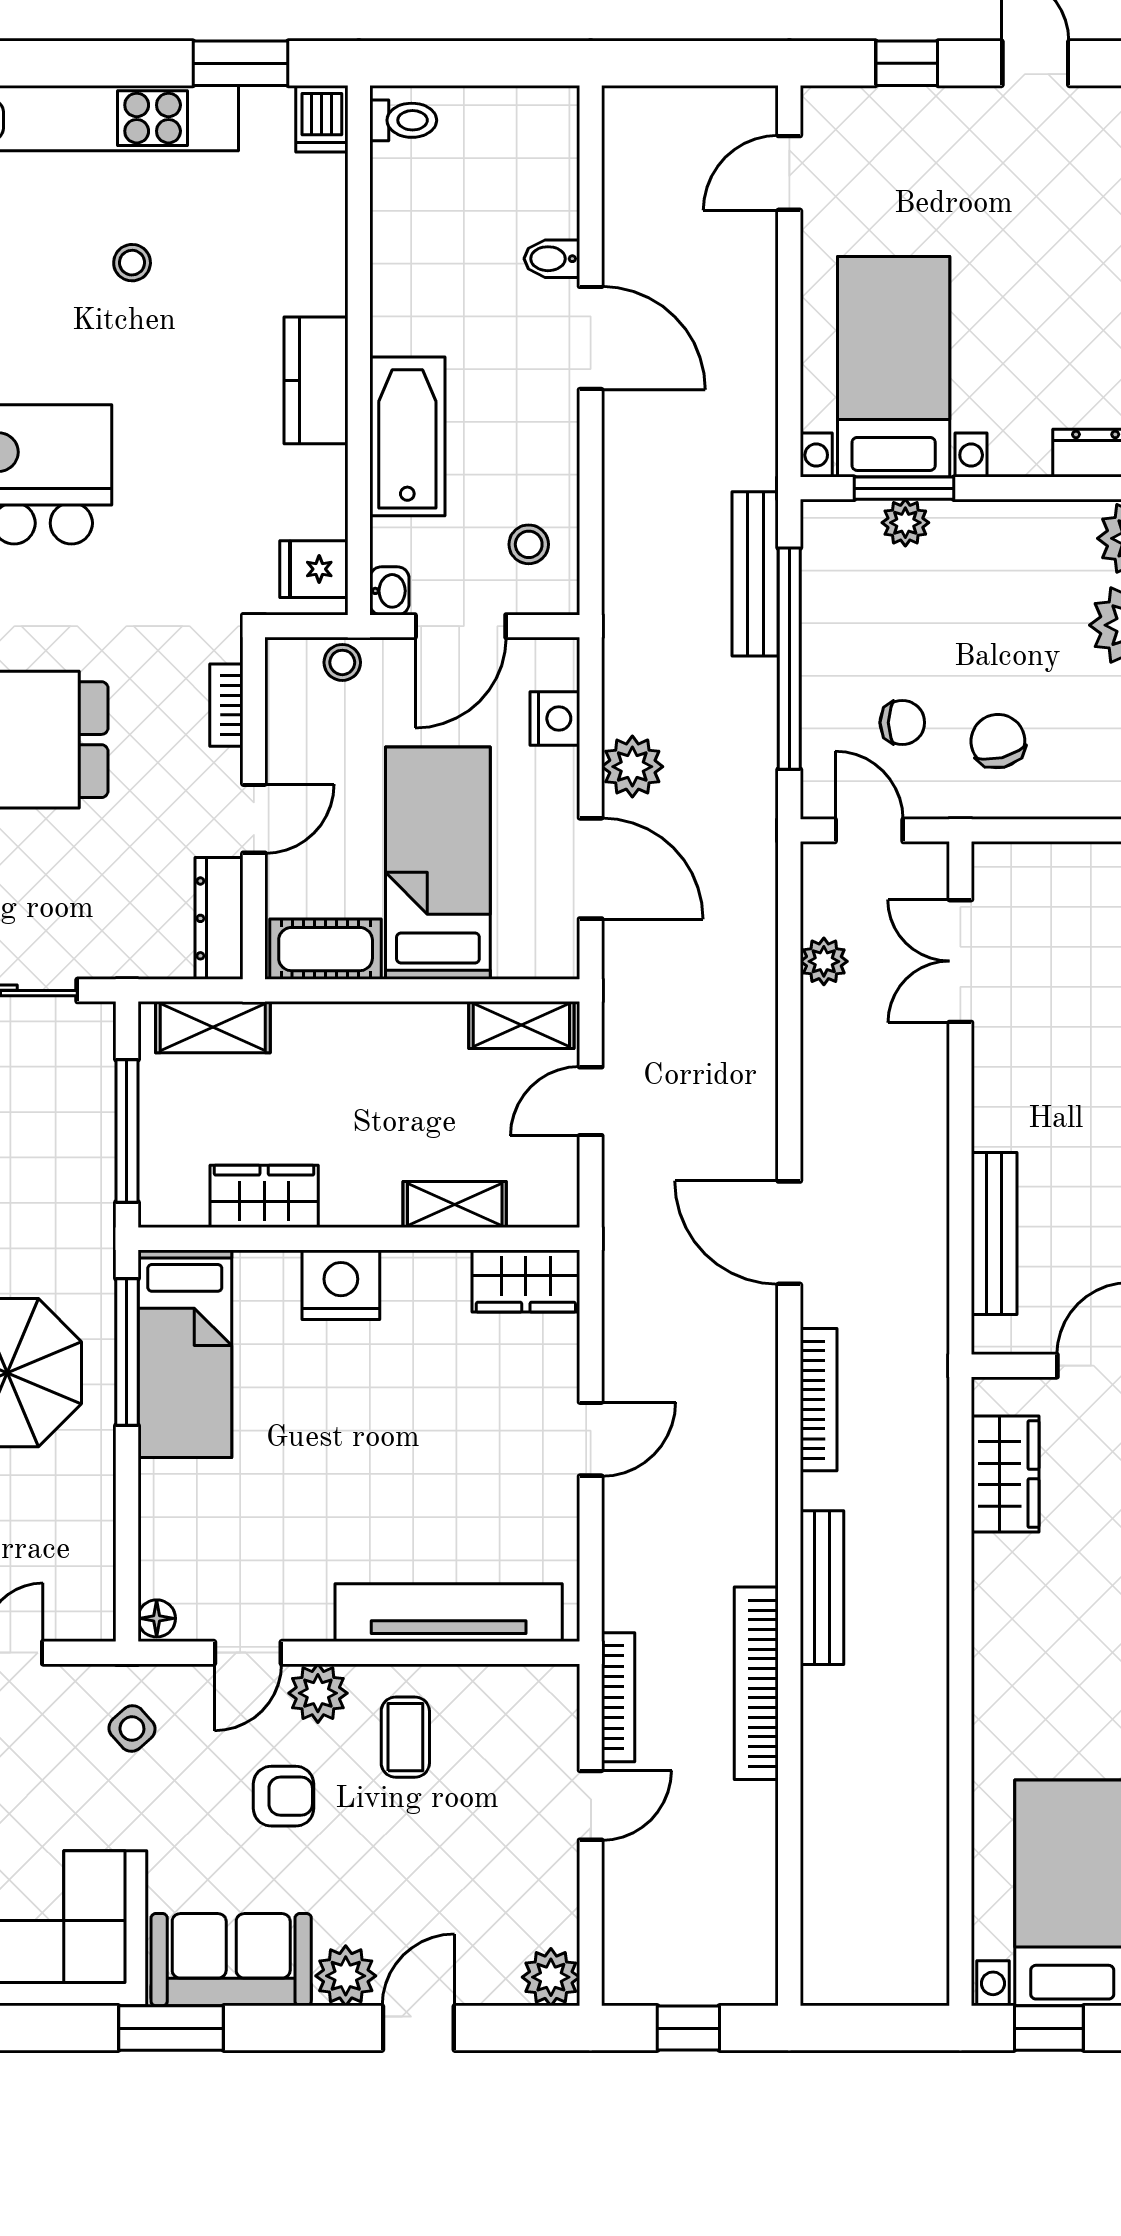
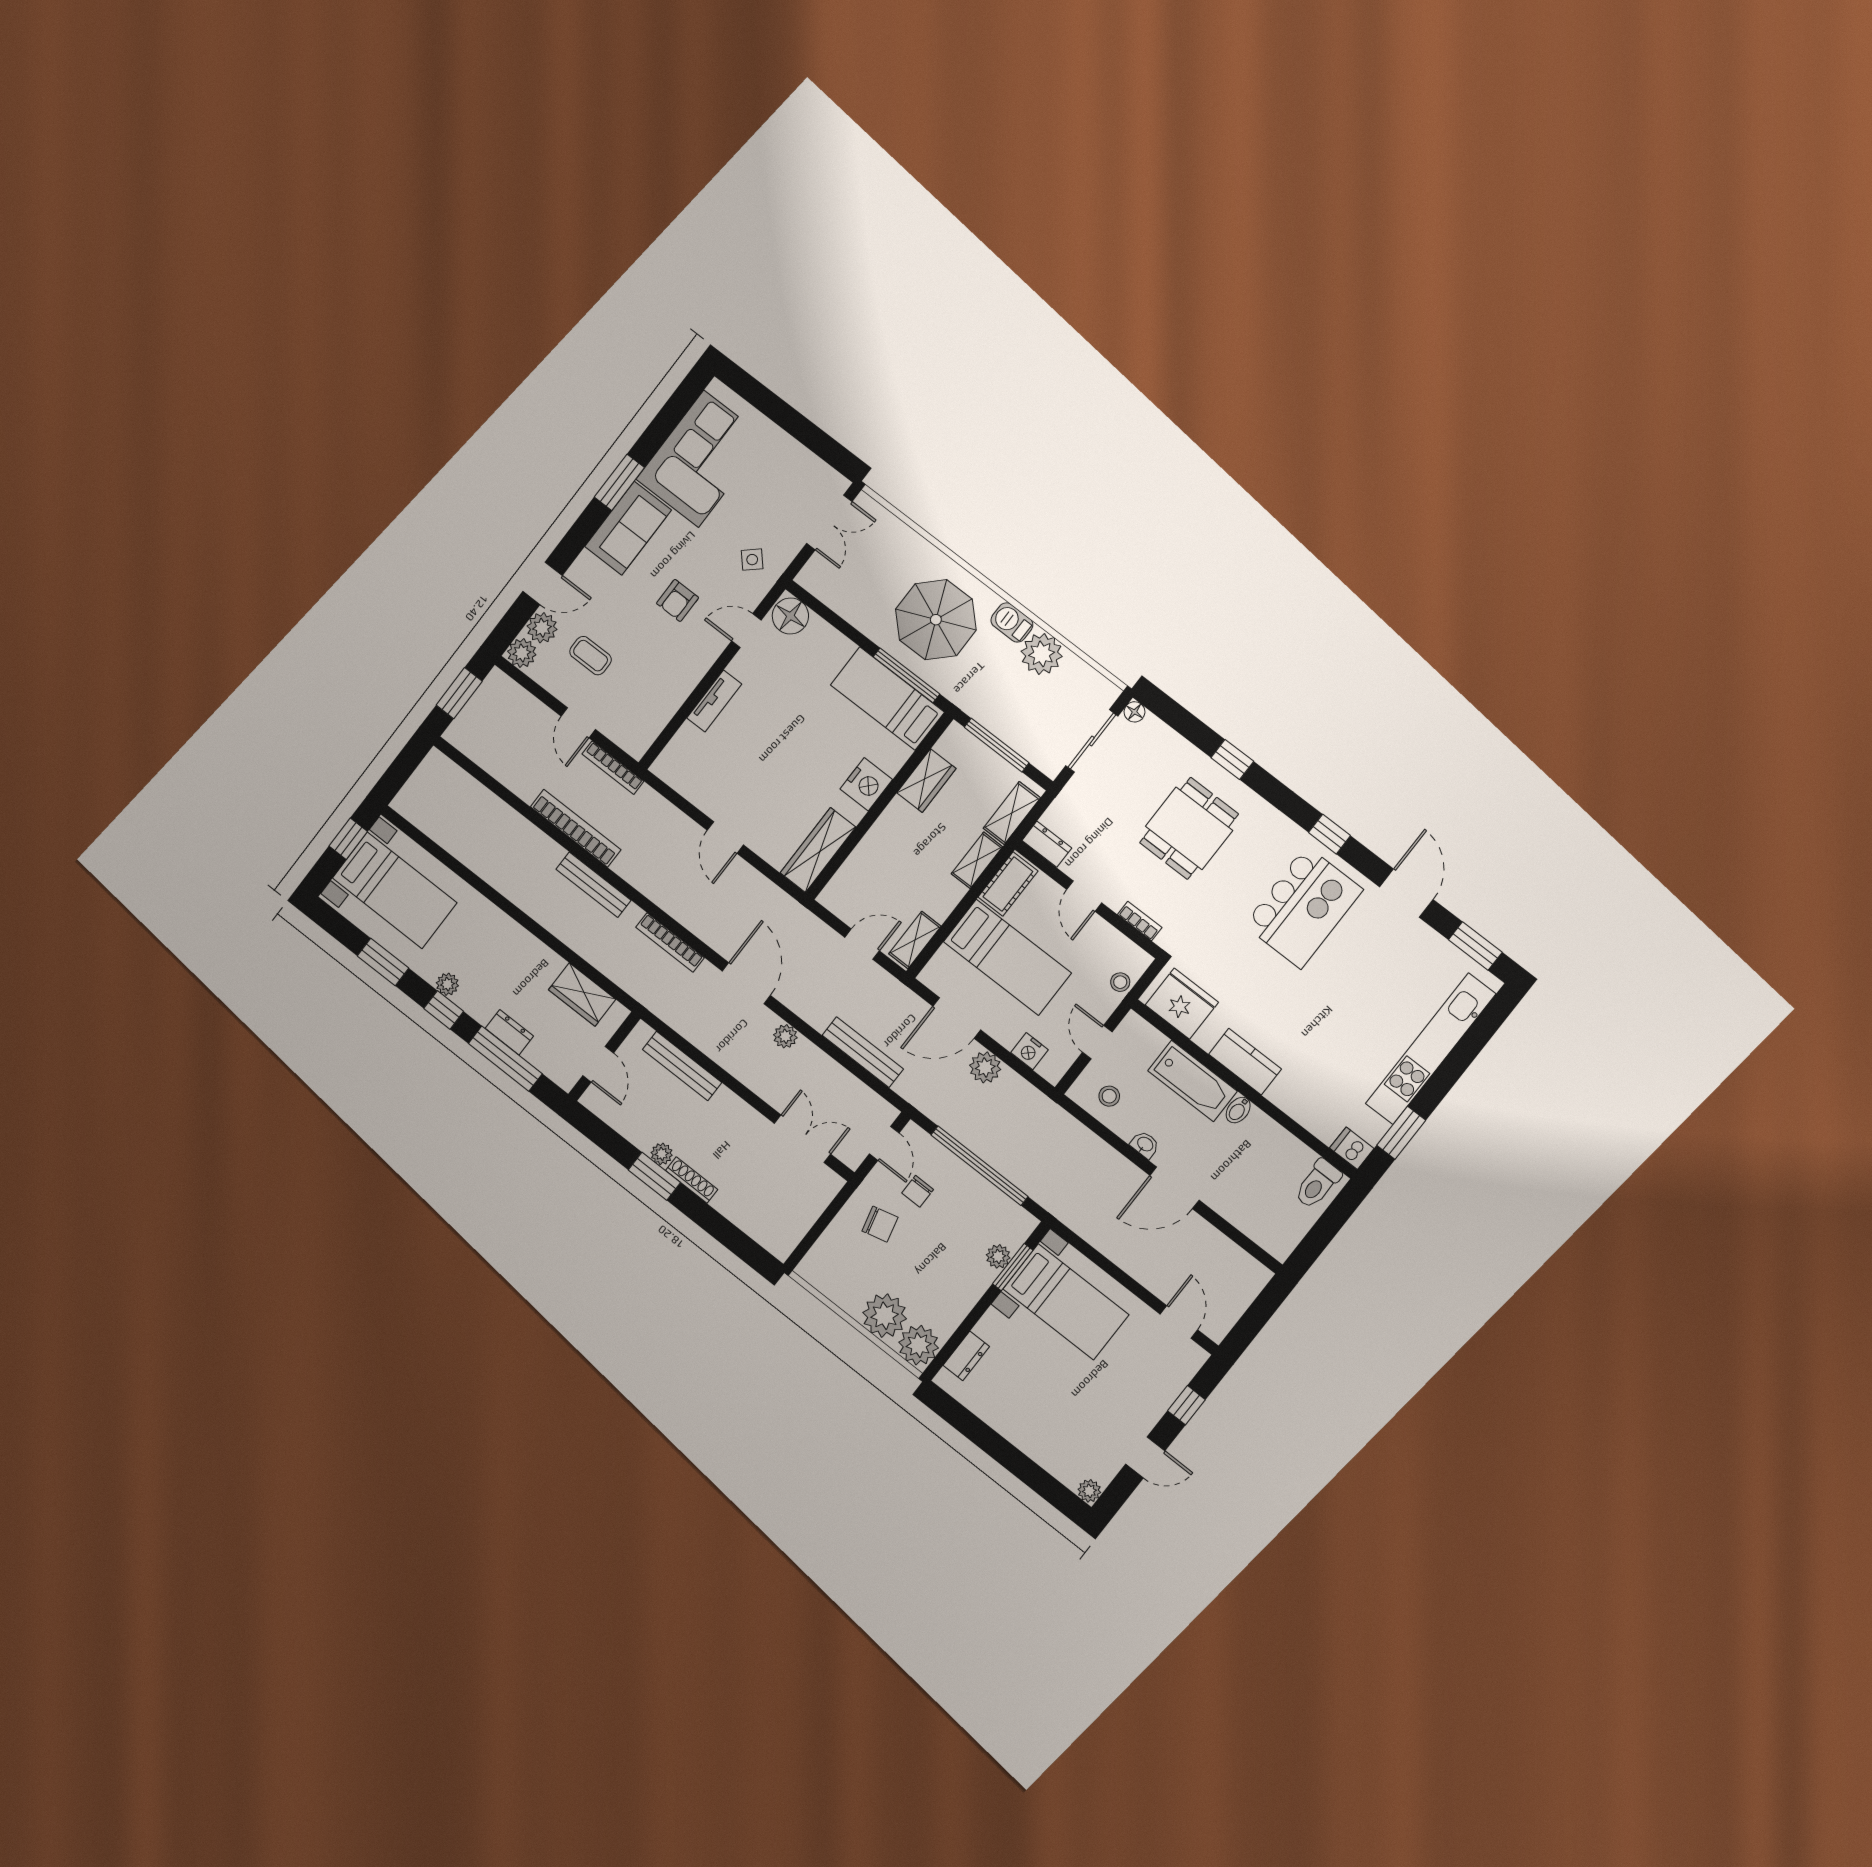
toilet: (403, 120) -> (1318, 1184), width x1.37, depth x1.39
bidet: (552, 259) -> (1238, 1110), moved, turned 180
stool: (132, 263) -> (1353, 1024), removed
fridge: (314, 569) -> (1182, 1004), width x1.88, depth x1.34
bench: (755, 574) -> (863, 1052), moved
washbasin: (389, 591) -> (1145, 1145), moved, turned 180
door: (461, 626) -> (1097, 1042), width x0.73
door: (869, 830) -> (884, 1143), hinge flipped
dresser: (219, 918) -> (1047, 844), width x0.70
plant: (824, 961) -> (785, 1036), moved
door: (591, 1101) -> (862, 944), hinge flipped
shelving: (455, 1205) -> (977, 860), moved
door: (789, 1233) -> (746, 983), hinge flipped
wardrobe: (526, 1281) -> (818, 850), width x1.50
tv unit: (449, 1613) -> (714, 701), width x0.52, depth x0.78
floor lamp: (157, 1618) -> (790, 616), width x1.89, depth x1.89
door: (248, 1653) -> (746, 631), hinge flipped
plant: (318, 1693) -> (708, 647), removed
coffee table: (405, 1737) -> (591, 656), moved
plant: (346, 1976) -> (542, 628), moved
door: (418, 2028) -> (543, 583), hinge flipped
window: (688, 2028) -> (459, 693), width x1.50

